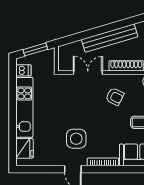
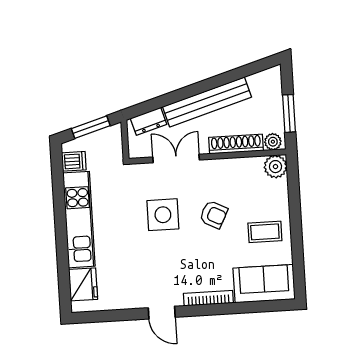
dresser: (72, 48) -> (149, 121), added
armchair: (115, 97) -> (214, 214), moved
side table: (76, 139) -> (163, 215), moved

